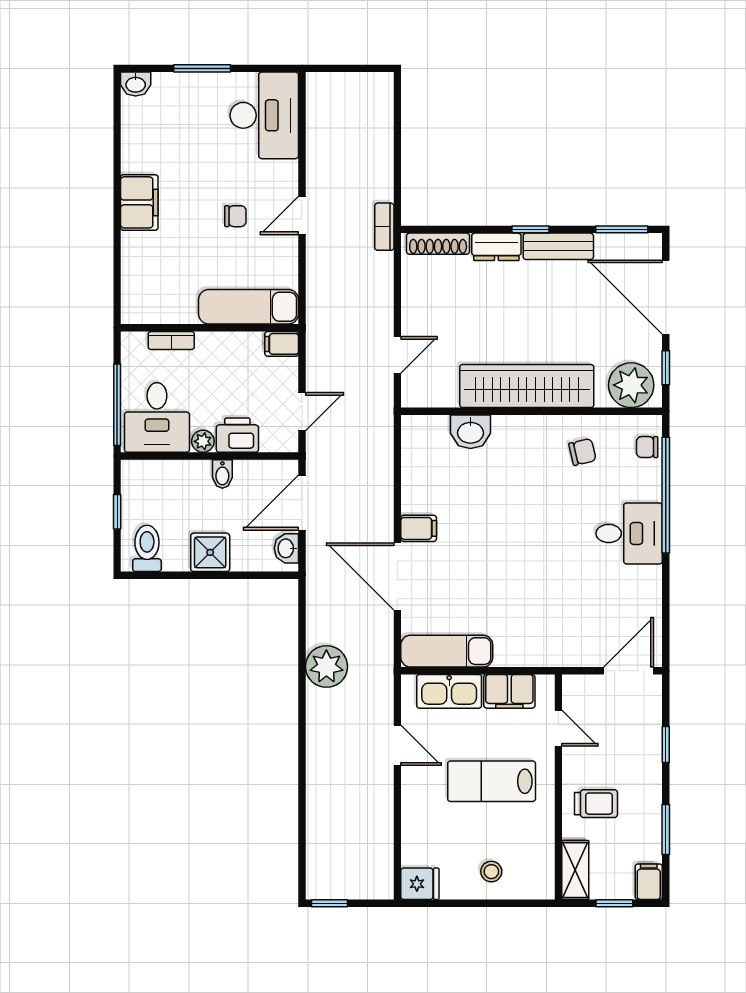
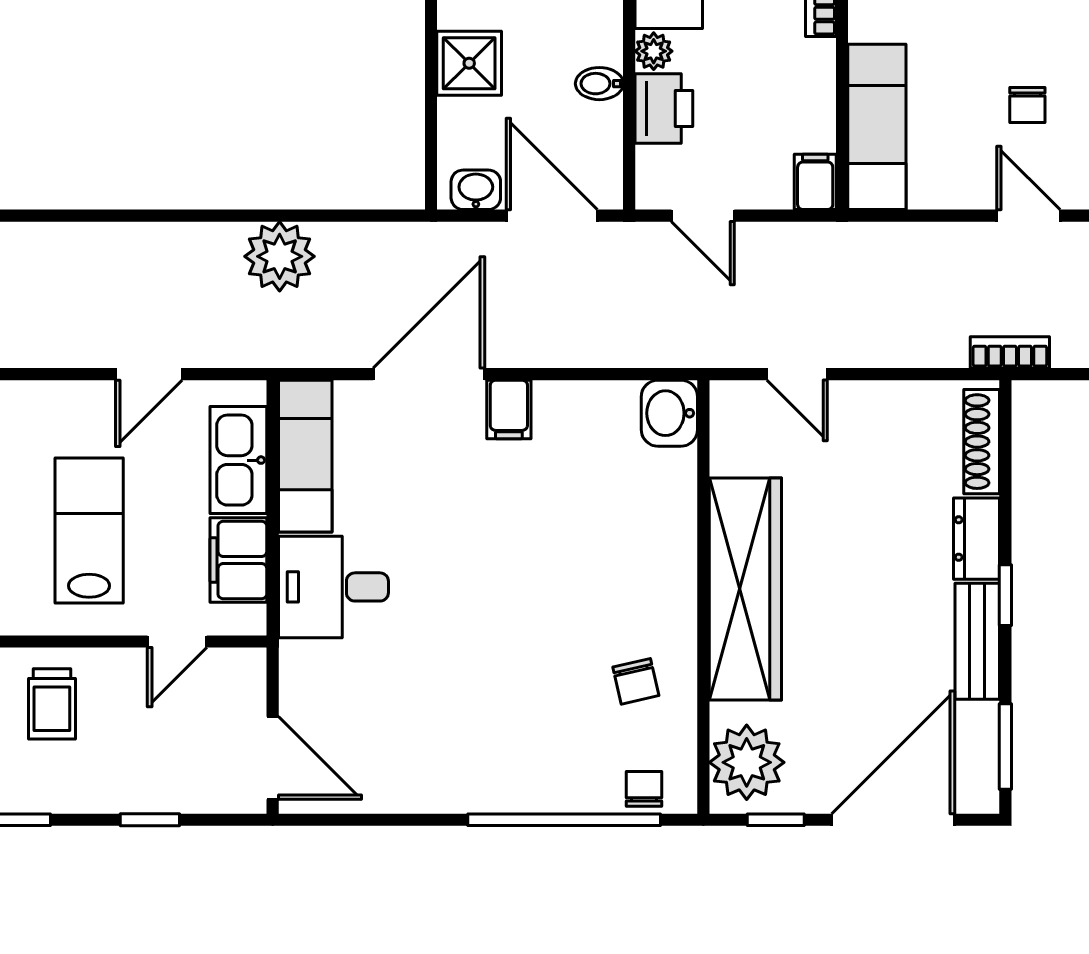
washbasin: (470, 432) -> (669, 413), moved
desk: (629, 533) -> (333, 587), moved, turned 90

